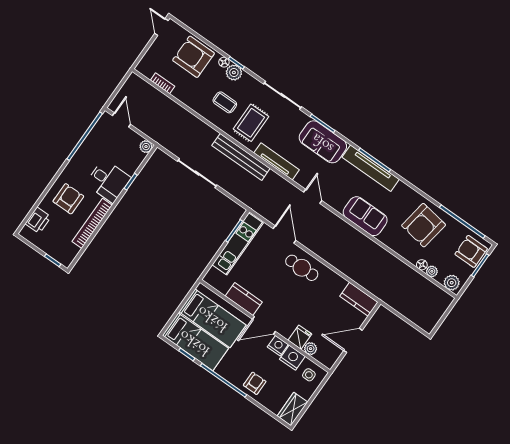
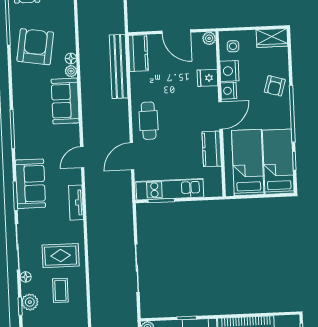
floor lamp: (224, 62) -> (26, 277), moved
bench: (241, 157) -> (119, 66), moved
tv unit: (277, 161) -> (76, 203), width x0.71
tv unit: (371, 168) -> (22, 127), removed
armchair: (424, 225) -> (35, 47), turned -90
floor lamp: (422, 265) -> (71, 58), moved
plant: (432, 271) -> (71, 71), moved
door: (264, 325) -> (221, 115), hinge flipped
plant: (311, 349) -> (209, 38), moved
armchair: (255, 383) -> (275, 86), turned -74

